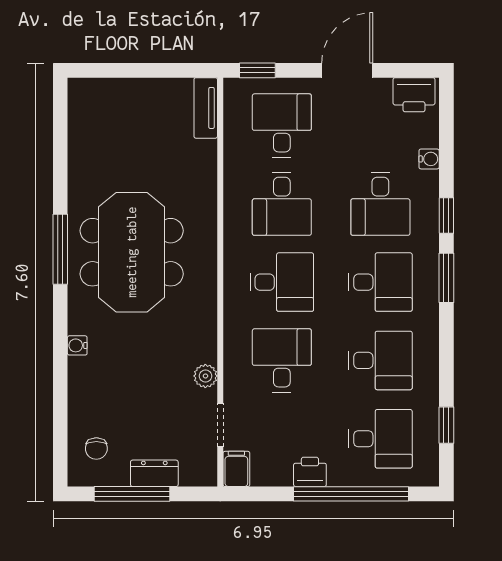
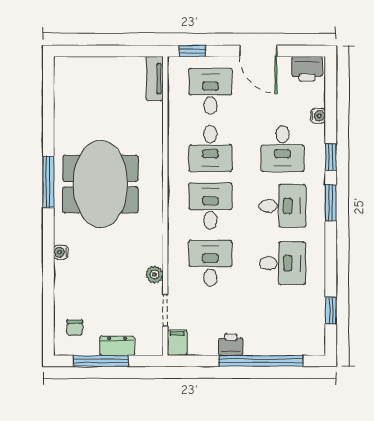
door: (347, 70) -> (258, 51), swing flipped
desk: (282, 282) -> (210, 206), turned -90
desk: (380, 439) -> (282, 321), removed

